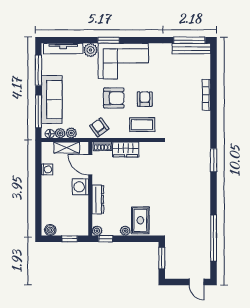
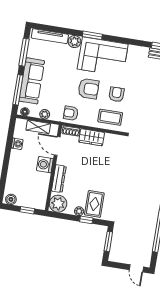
armchair: (99, 127) -> (71, 113), turned -54
plant: (60, 133) -> (34, 113), removed
plant: (97, 231) -> (58, 204), width x1.88, depth x1.88
window: (106, 239) -> (86, 220), moved

